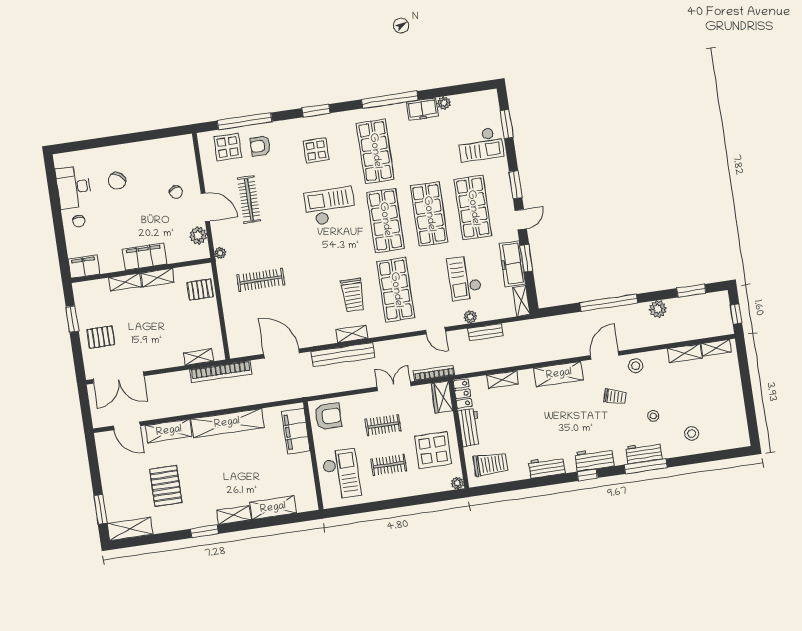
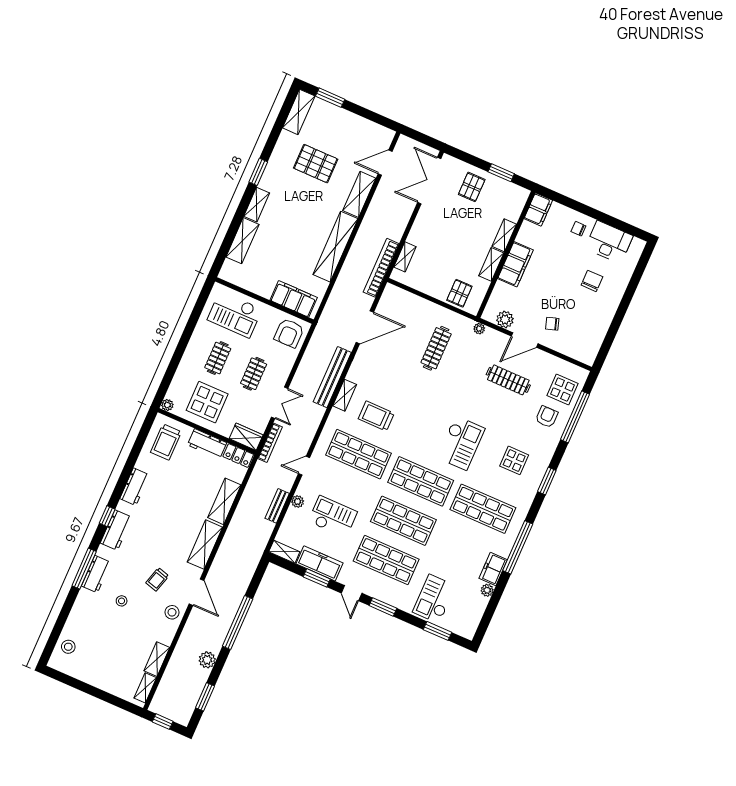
chair: (117, 181) -> (592, 281), turned 53
shelving: (502, 380) -> (224, 501), width x1.50, depth x1.33
stool: (692, 433) -> (68, 647), moved

